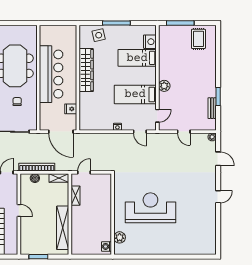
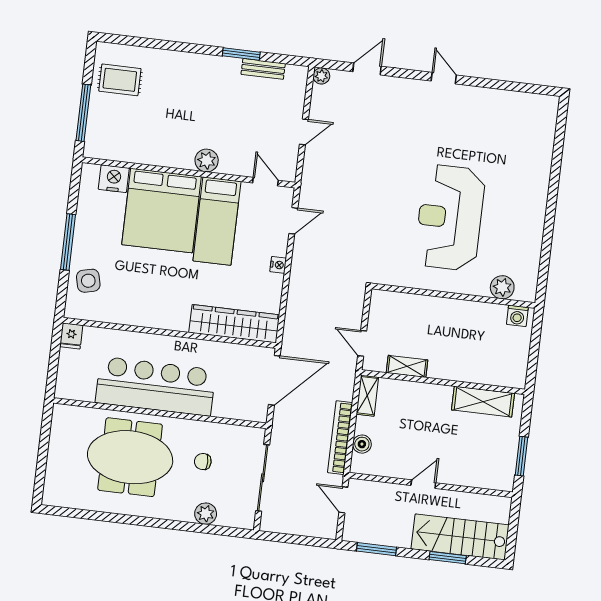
bed: (137, 58) -> (162, 211), width x2.04
wardrobe: (86, 70) -> (234, 324), moved
fridge: (71, 109) -> (71, 336), moved
shelving: (63, 228) -> (483, 402), width x0.68

